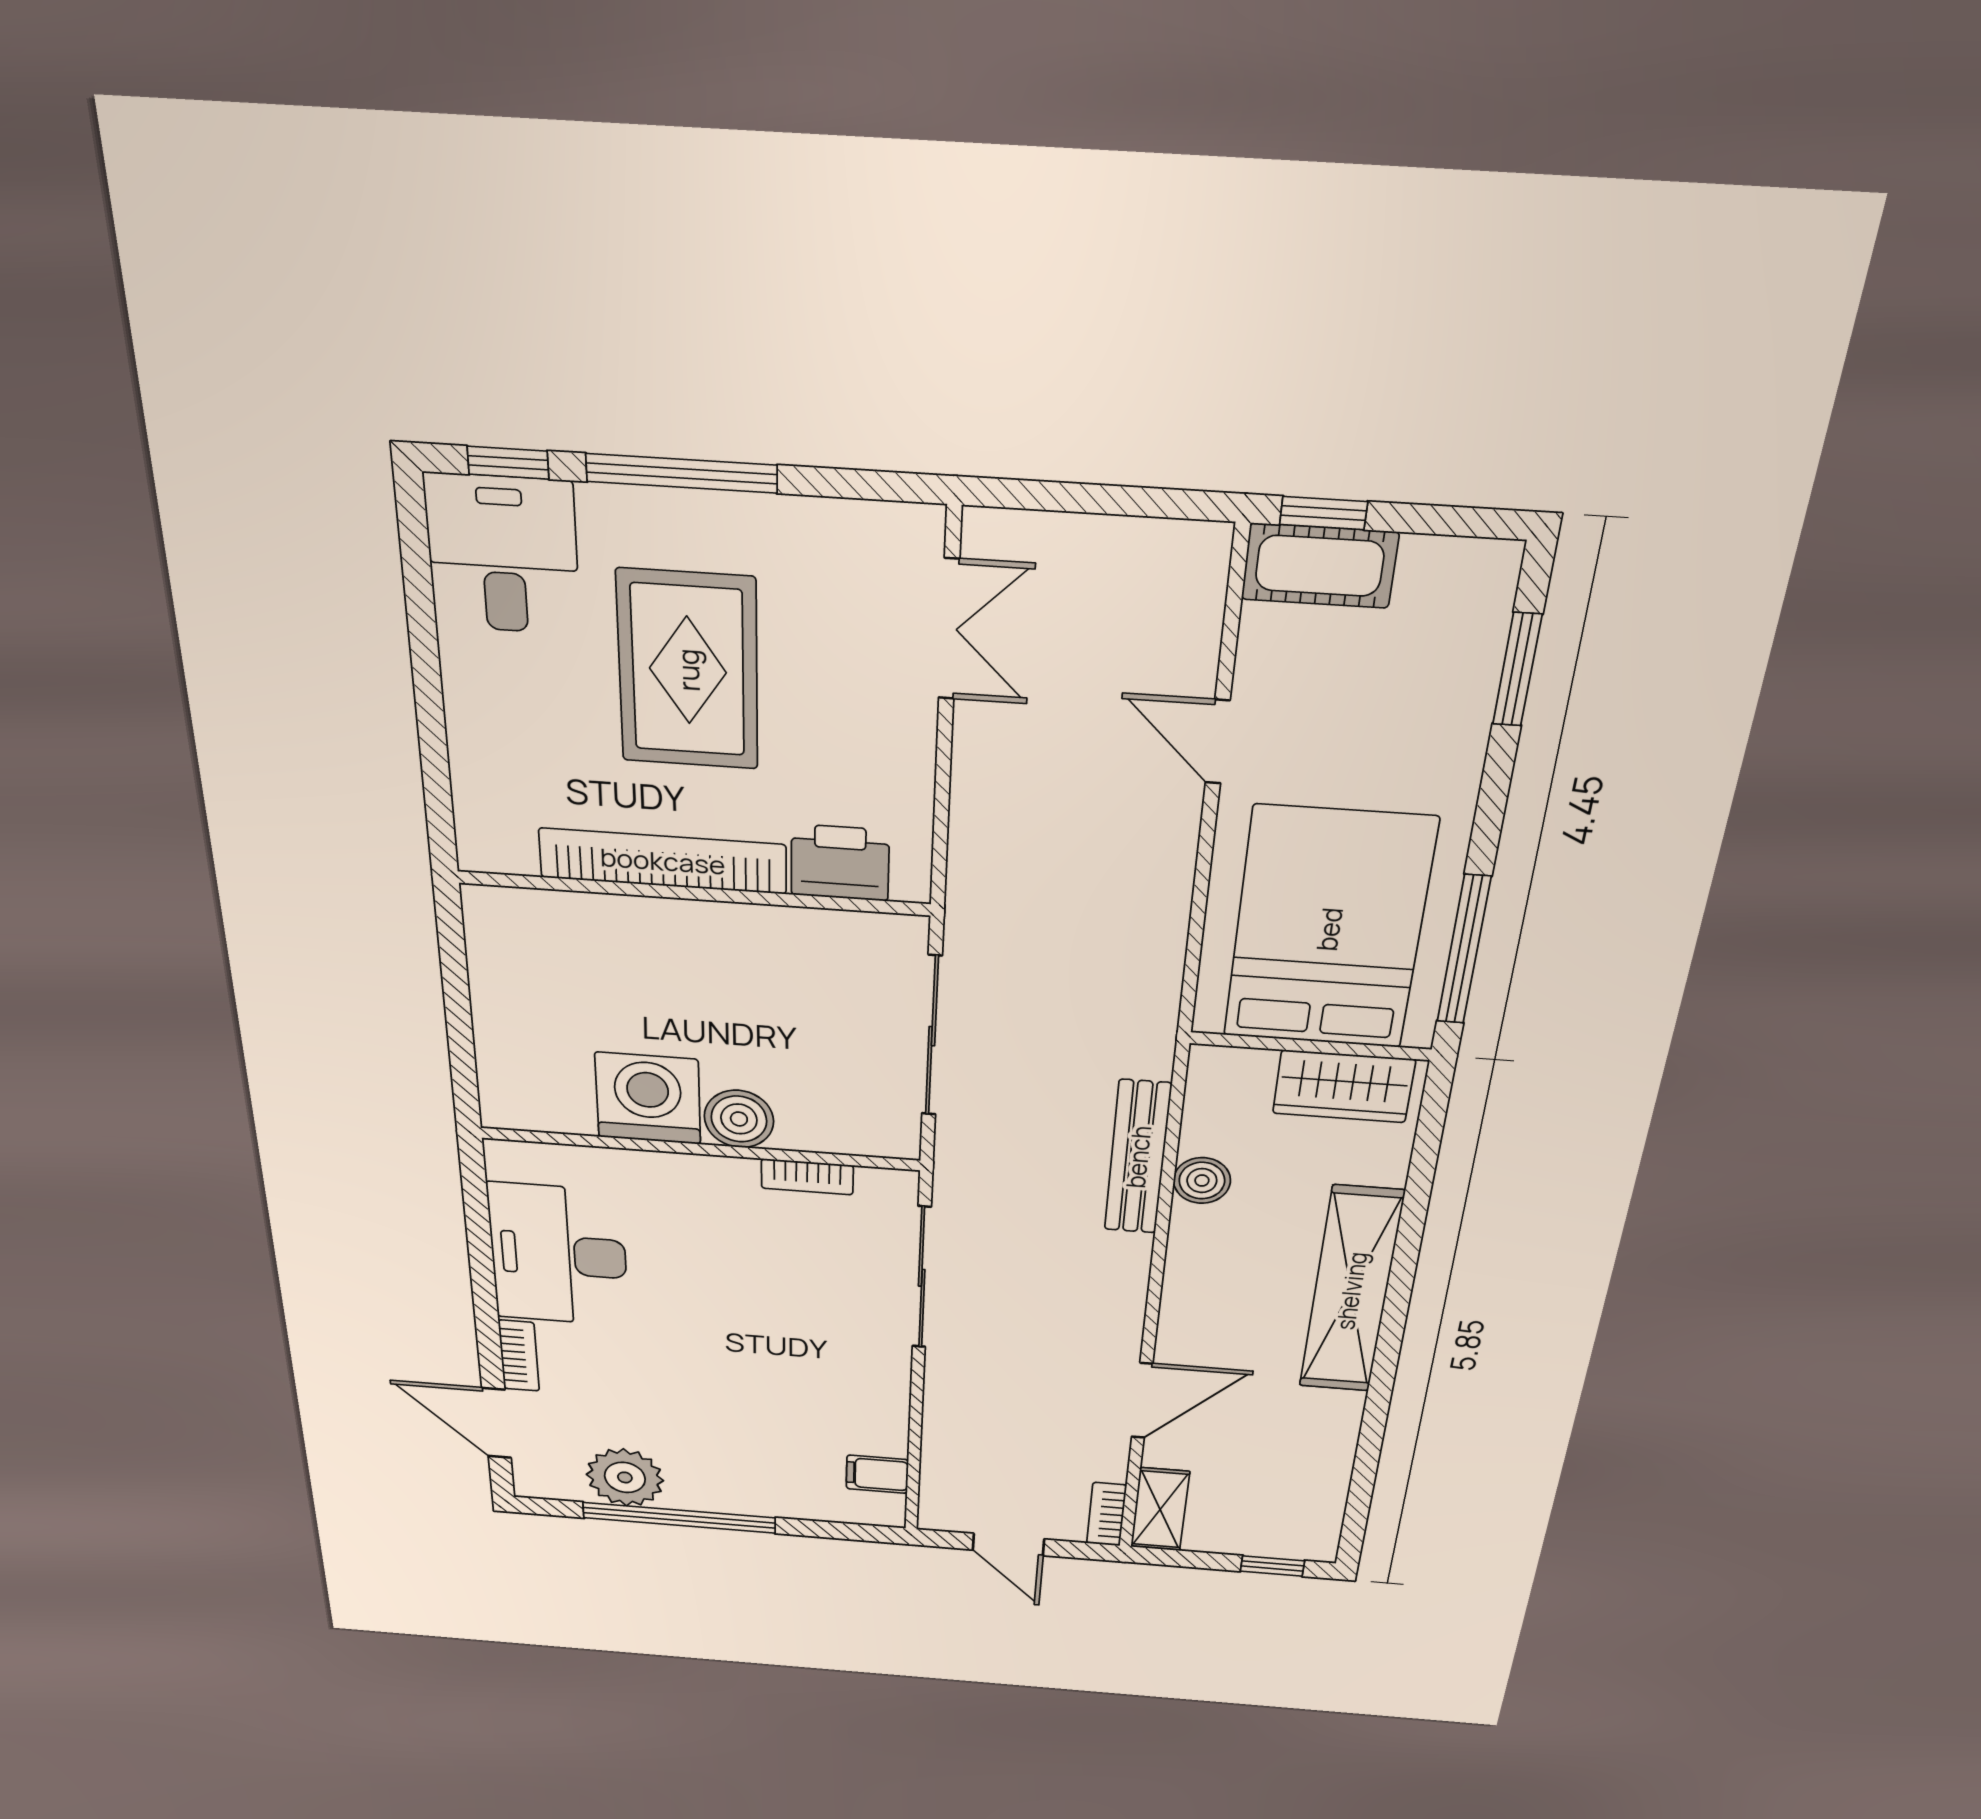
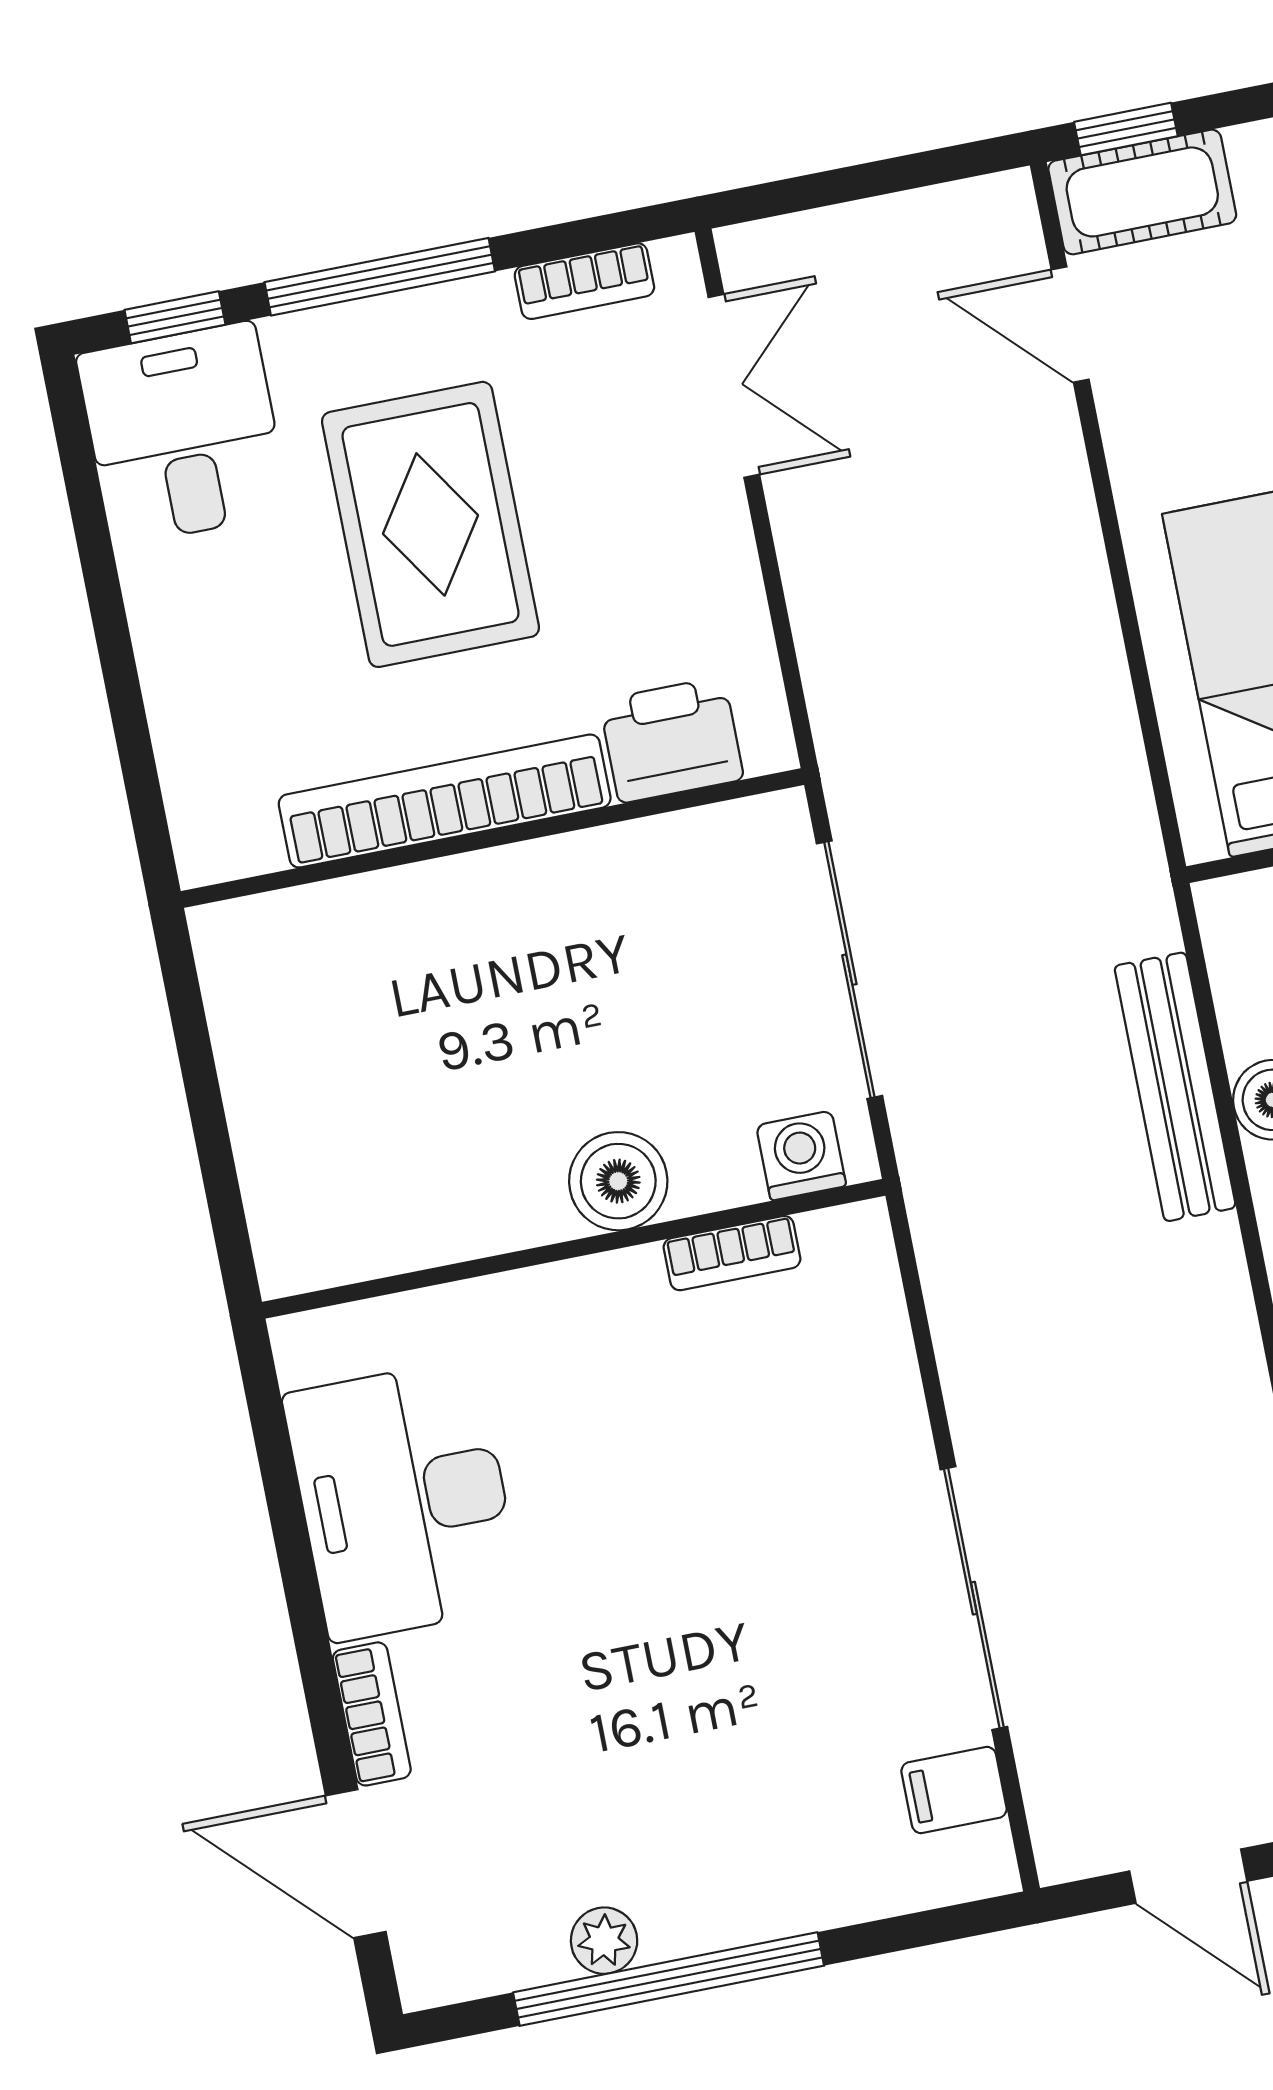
bookcase: (848, 519) -> (584, 281), added
door: (1218, 742) -> (1070, 325), moved
washing machine: (648, 1098) -> (801, 1156), moved, width x0.53, depth x0.53
sliding door: (922, 1278) -> (974, 1598), moved
plant: (625, 1477) -> (604, 1941), width x0.53, depth x0.53

